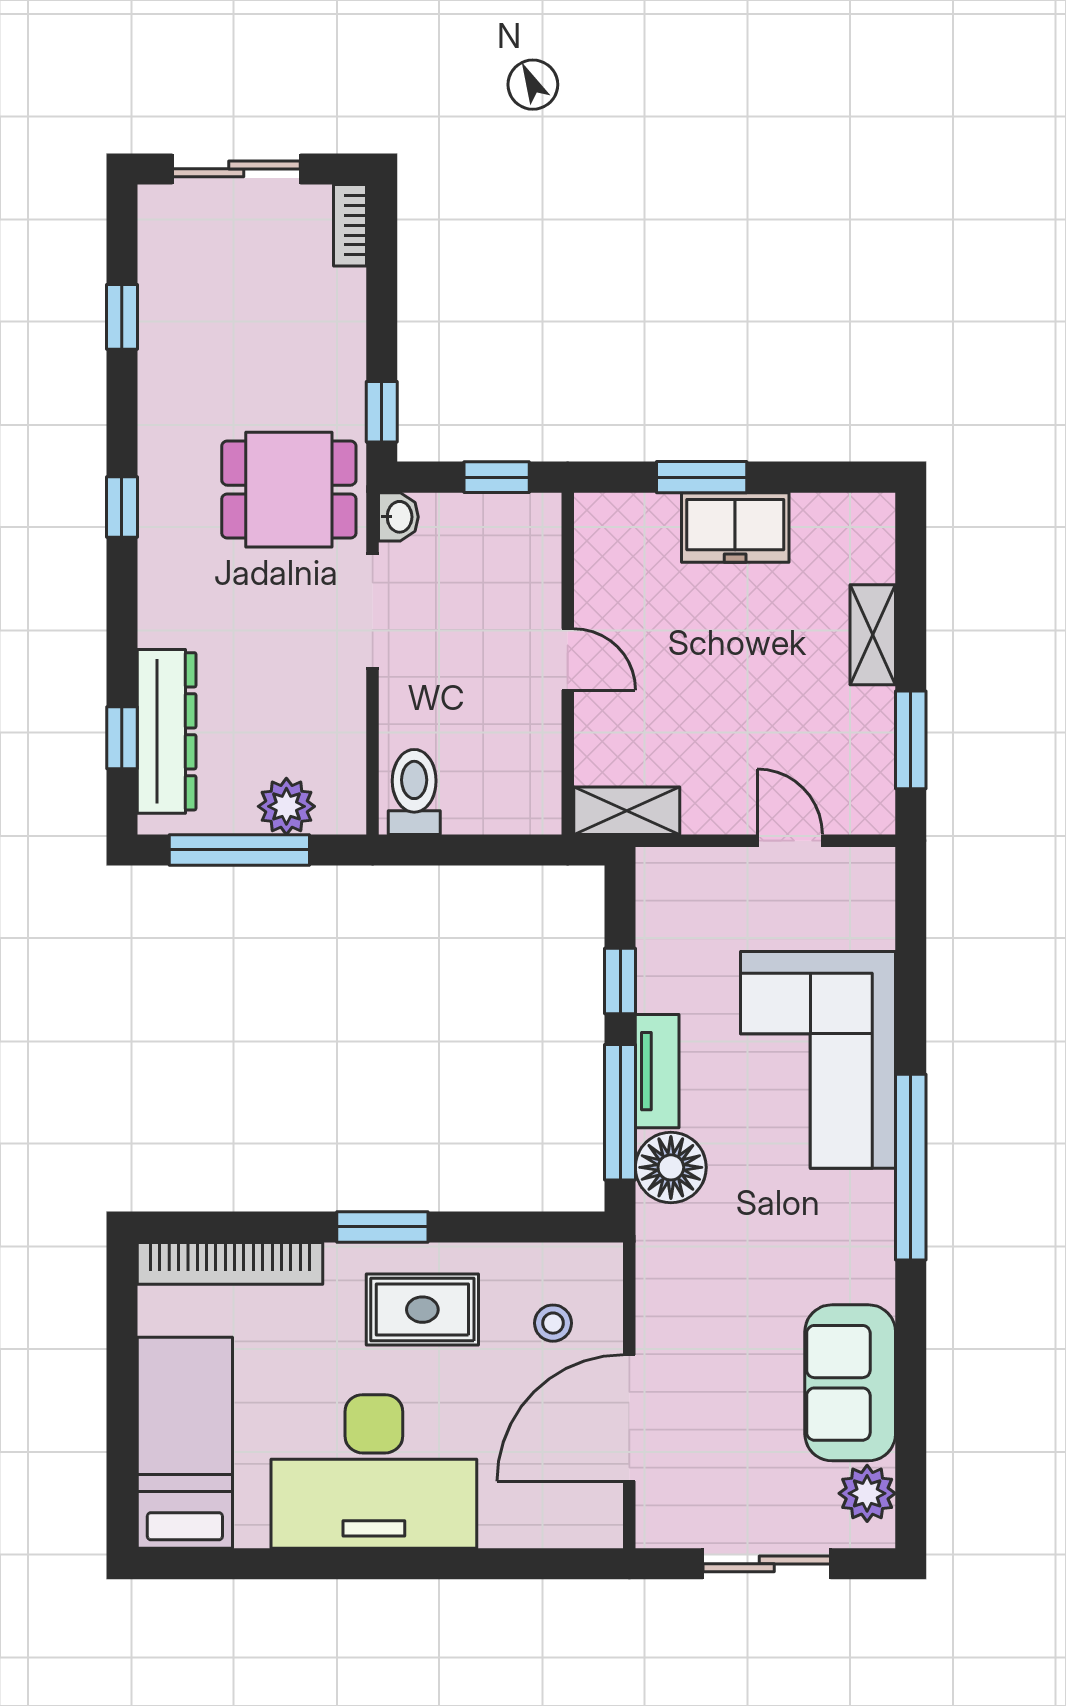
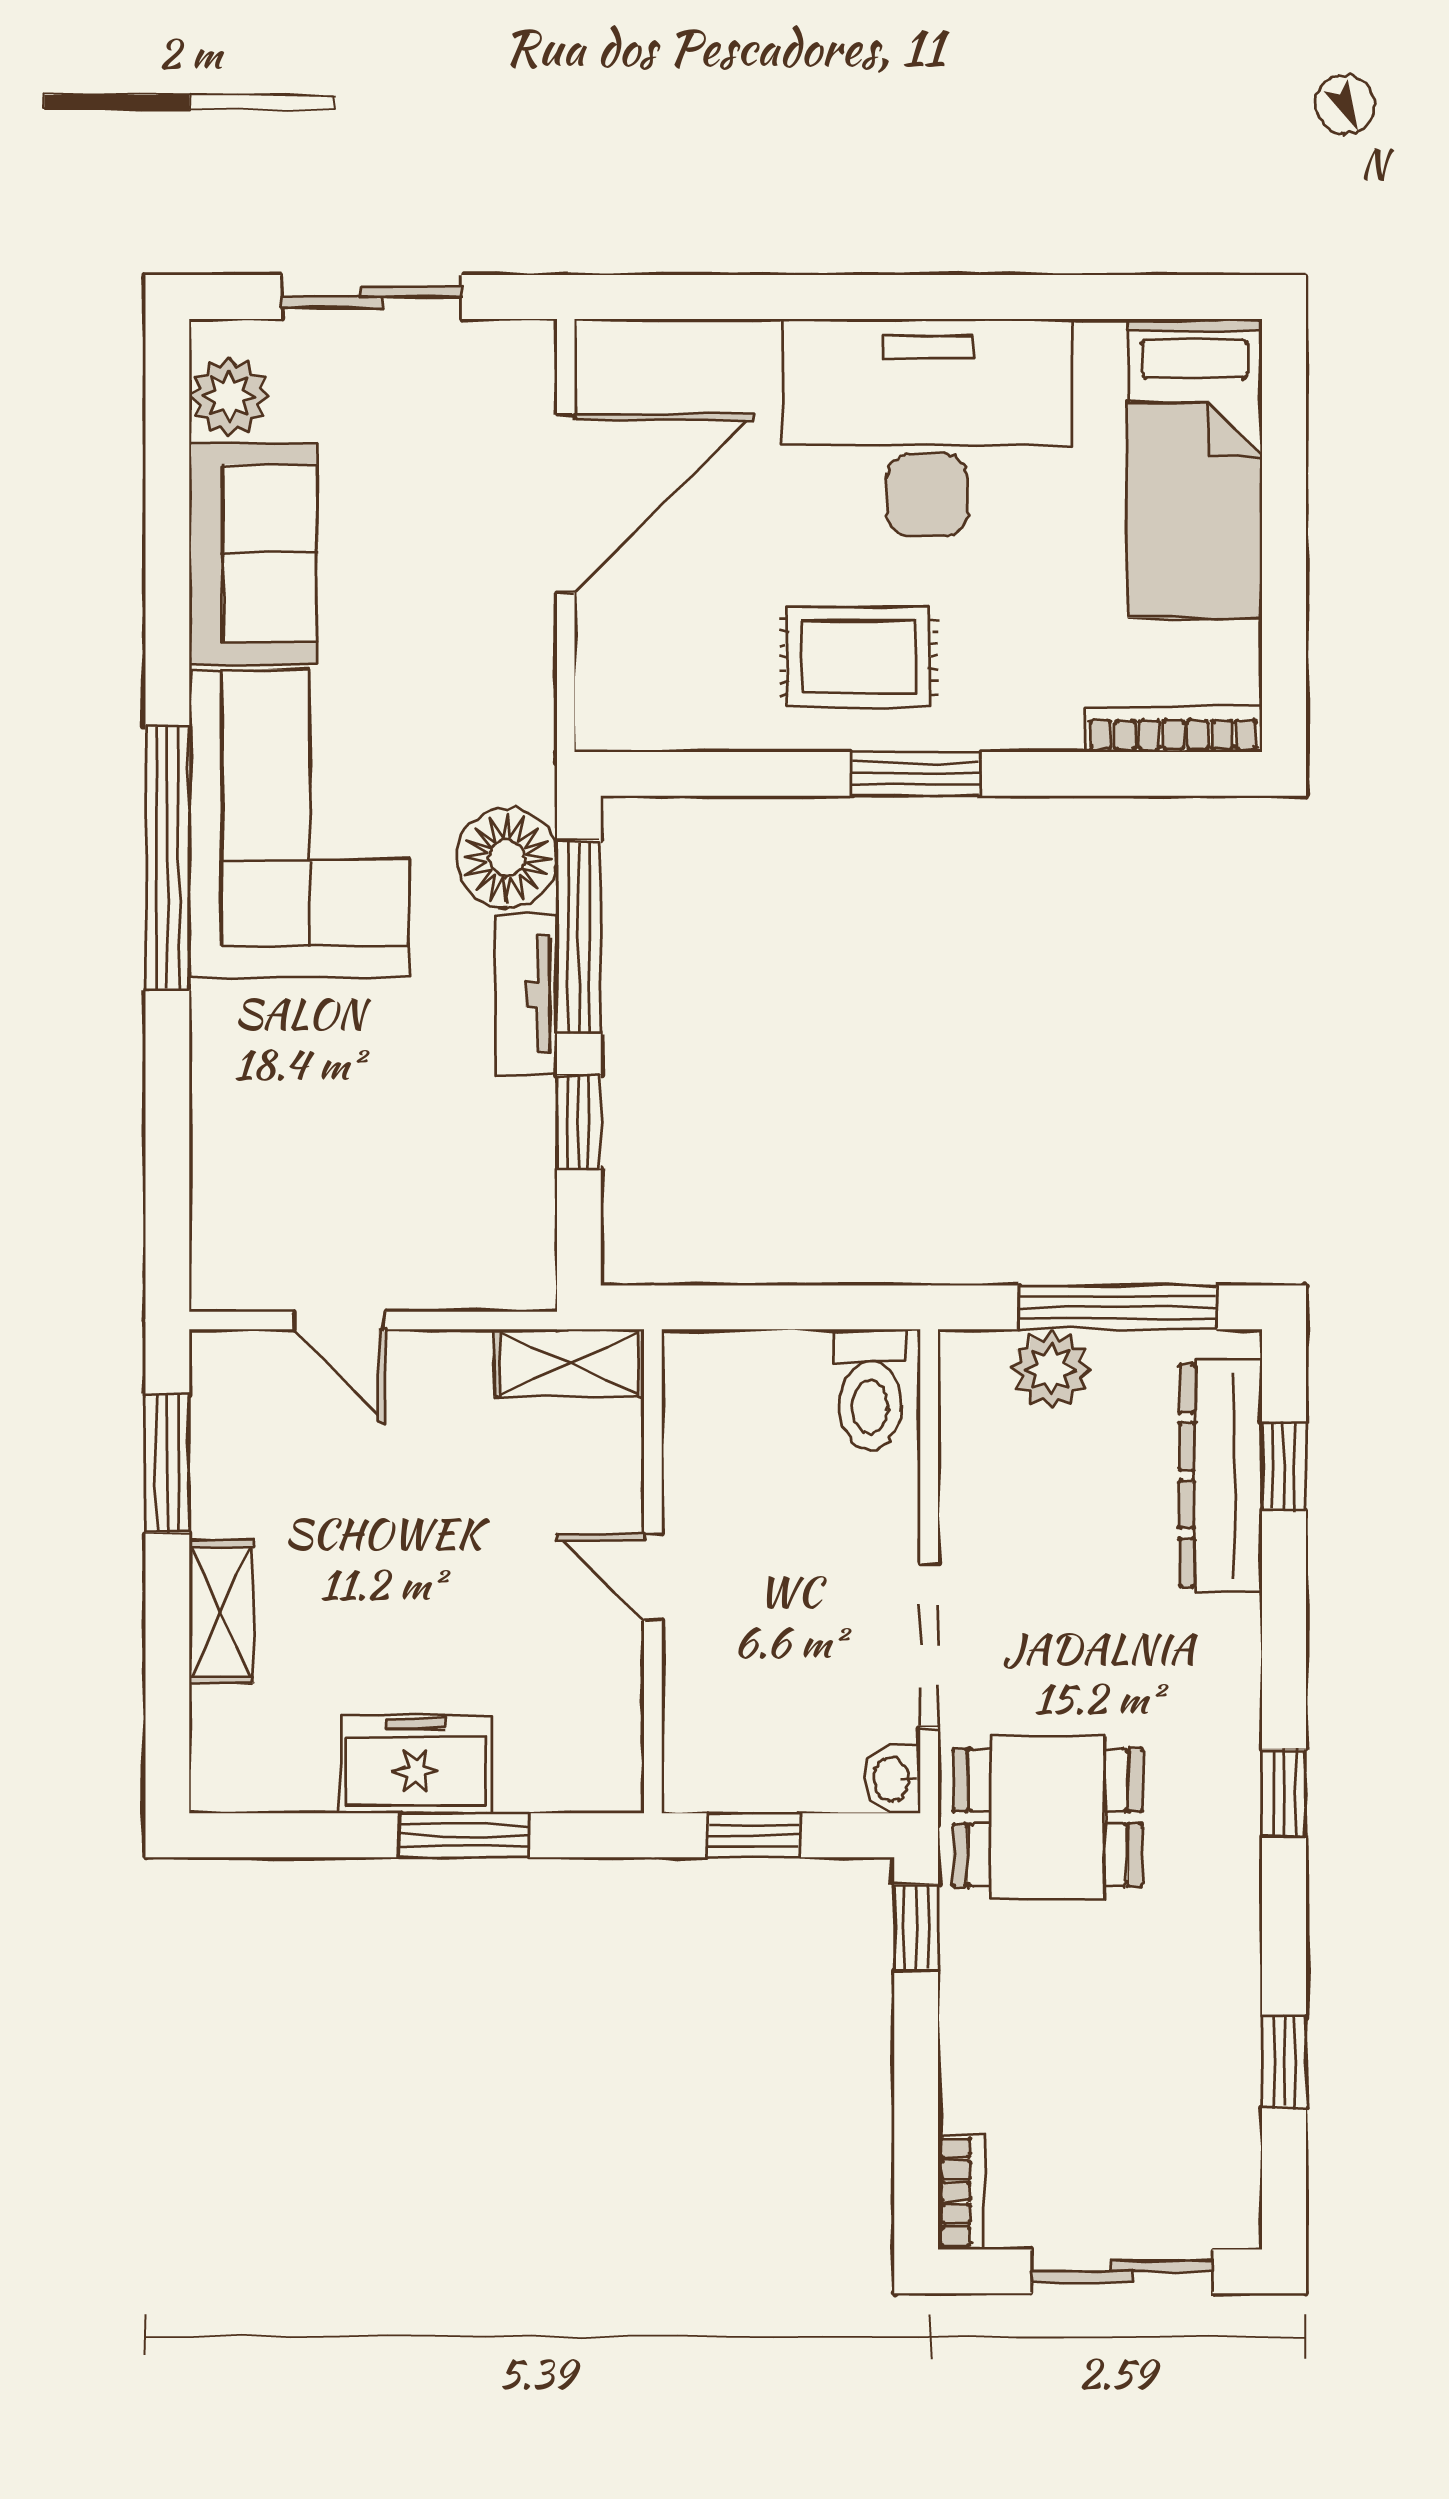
corner sofa: (818, 1060) -> (299, 823), moved
bookcase: (230, 1263) -> (1174, 729), width x0.68, depth x0.76
stool: (553, 1323) -> (674, 638), removed

